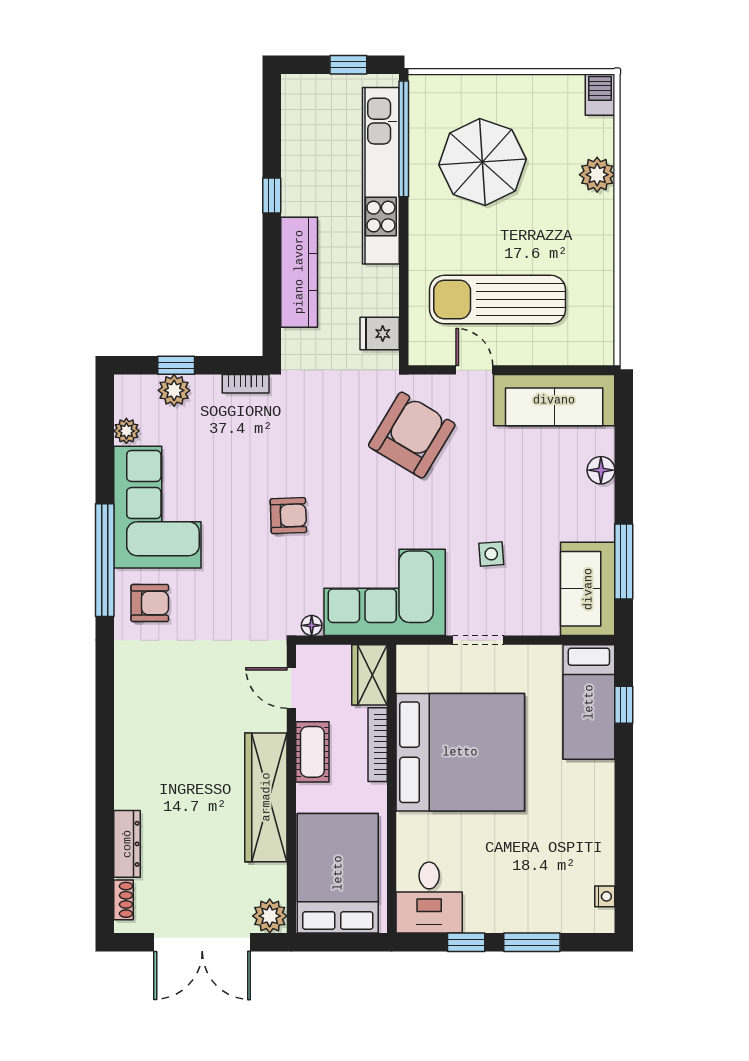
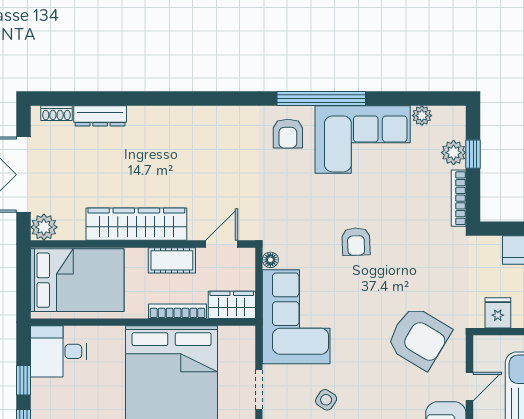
bookcase: (246, 384) -> (459, 198), width x1.56
side table: (491, 554) -> (326, 400), turned 37

